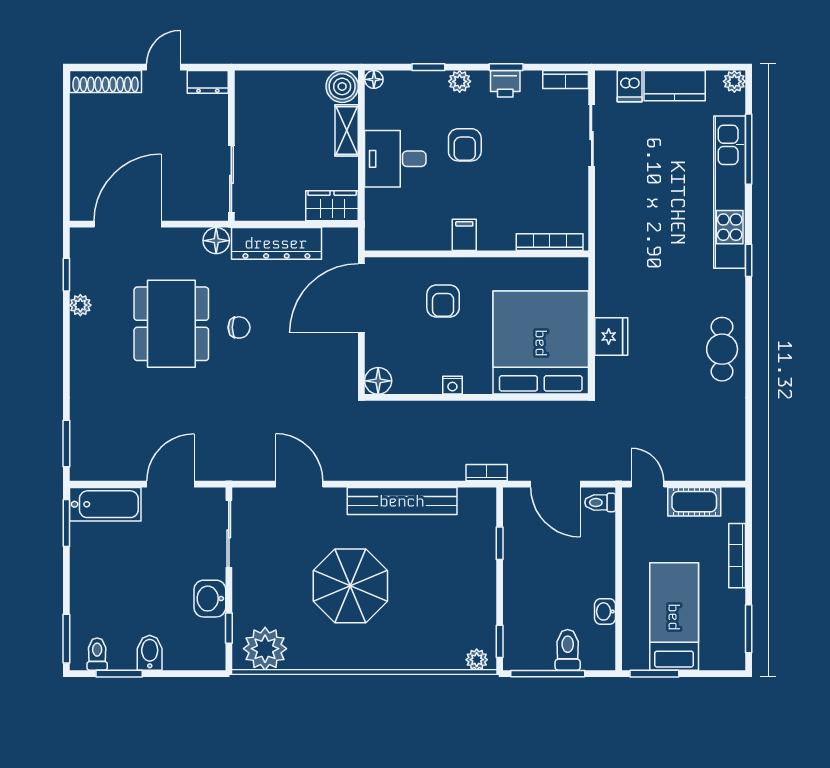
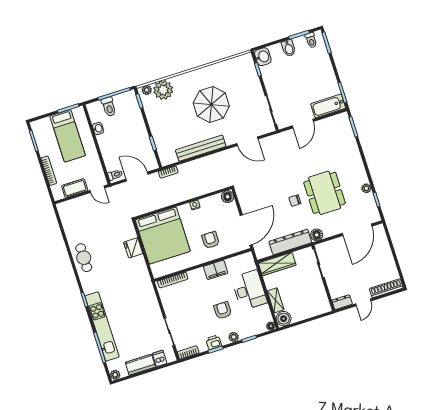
desk: (395, 159) -> (249, 290), width x1.37
wardrobe: (332, 206) -> (277, 264), width x1.50
filing cabinet: (464, 235) -> (216, 270), width x2.00
washbasin: (210, 599) -> (263, 57), moved
plant: (265, 649) -> (163, 90), moved

